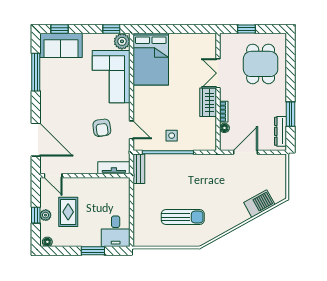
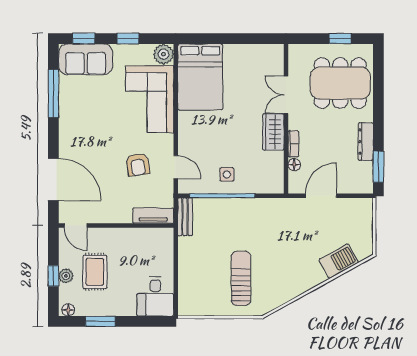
window: (111, 29) -> (128, 39), moved
window: (246, 29) -> (340, 39), moved
dining table: (261, 64) -> (340, 83), width x1.37
window: (290, 114) -> (378, 167), moved
dresser: (281, 131) -> (366, 142), moved
sun lounger: (183, 217) -> (241, 278), turned -90
window: (93, 251) -> (100, 321), moved

